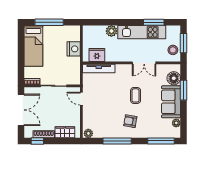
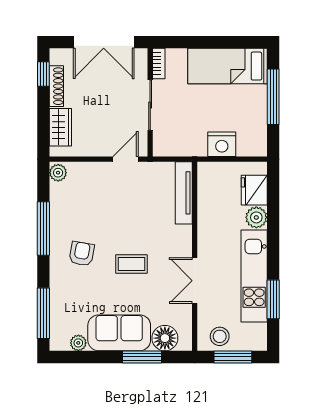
fridge: (97, 55) -> (254, 190), moved, turned 180

